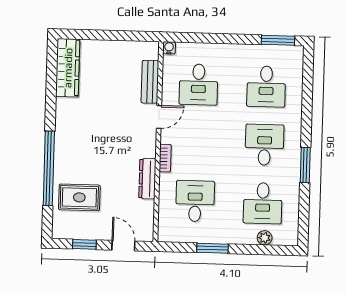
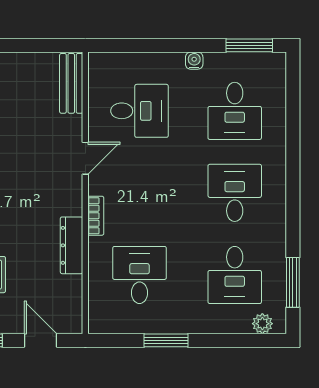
water cooler: (169, 48) -> (194, 61), moved
bench: (150, 82) -> (71, 83), moved
desk: (198, 84) -> (139, 111), turned -90
window: (305, 165) -> (293, 282), moved
plant: (265, 238) -> (262, 324), moved

